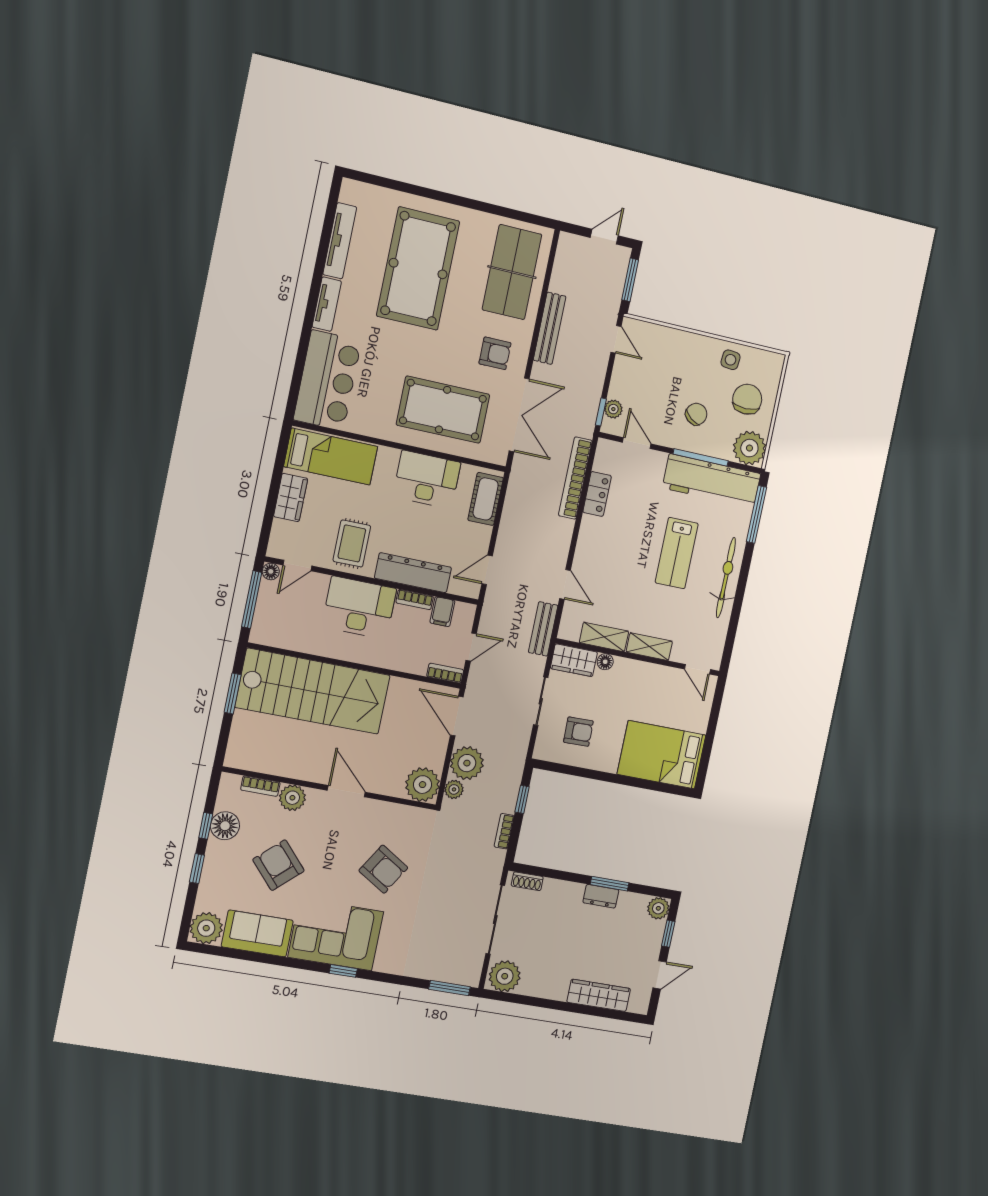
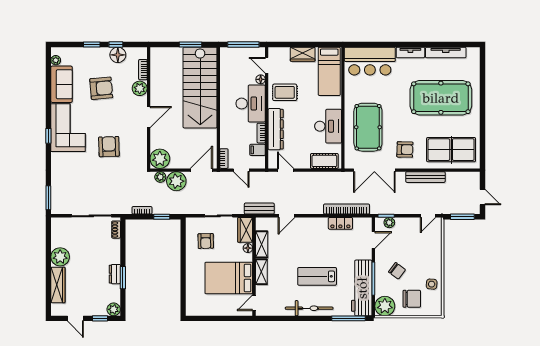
armchair: (495, 353) -> (405, 149), turned -88
floor lamp: (271, 571) -> (261, 79), moved
bed: (662, 755) -> (229, 278), moved, turned -90
armchair: (278, 865) -> (101, 88), turned 37
armchair: (383, 869) -> (109, 147), turned 146
plant: (206, 928) -> (56, 60), width x0.53, depth x0.53
plant: (505, 976) -> (60, 257), moved

